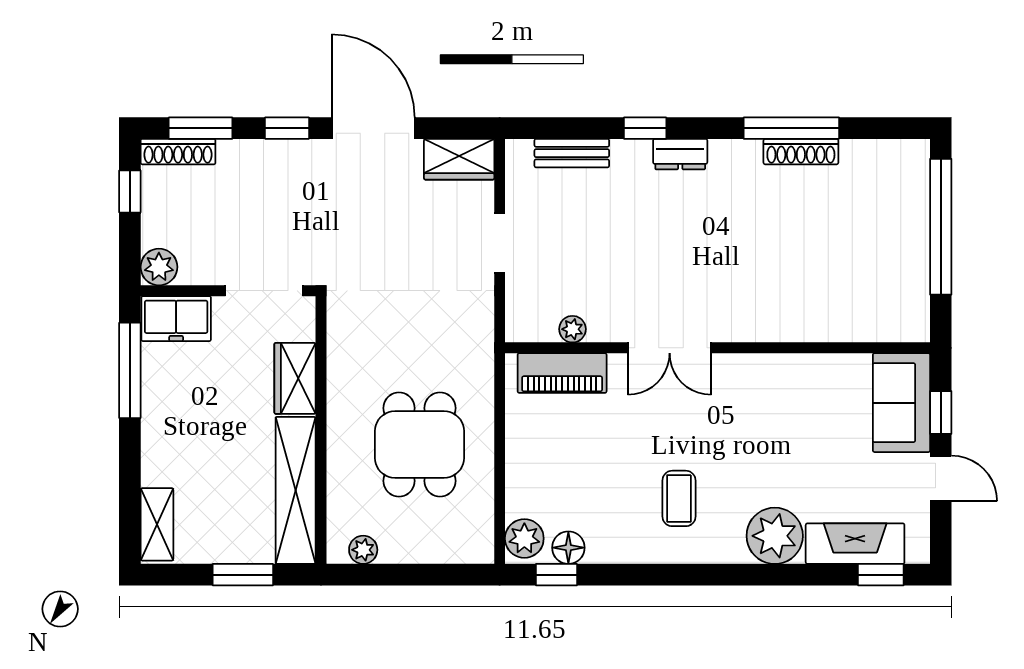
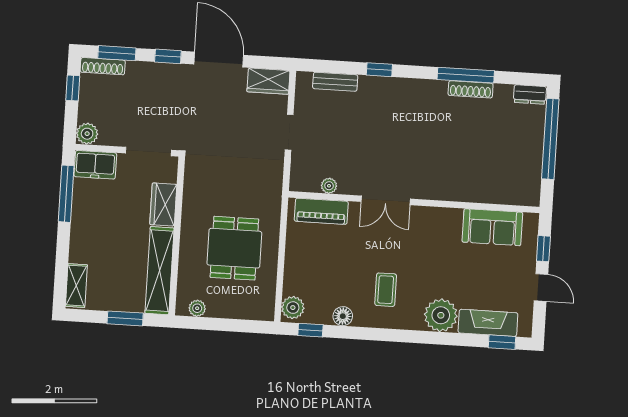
dresser: (680, 154) -> (530, 95), moved
sofa: (901, 403) -> (492, 227), moved, turned -90
floor lamp: (568, 548) -> (343, 316), moved

